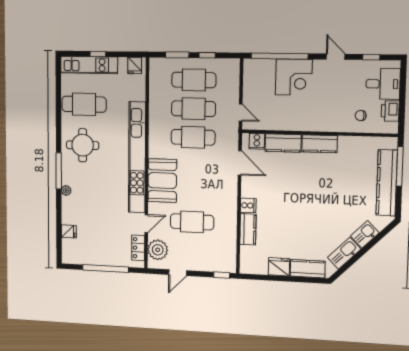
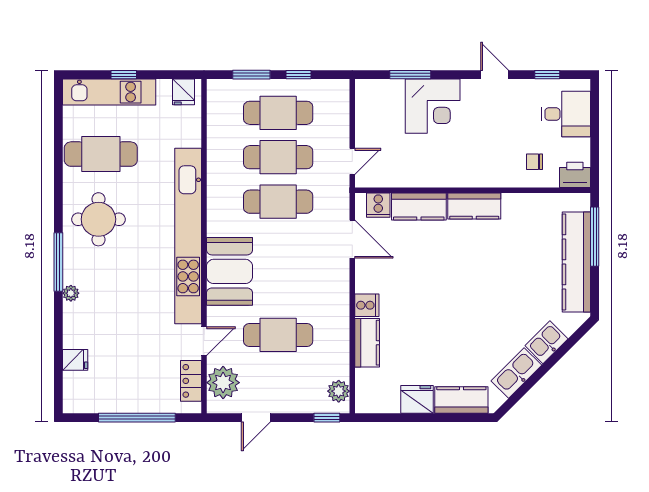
window: (279, 56) -> (410, 75), width x0.47
printer: (390, 111) -> (575, 175), moved, turned 90
door: (241, 113) -> (352, 161), hinge flipped
plant: (229, 259) -> (339, 391), added

